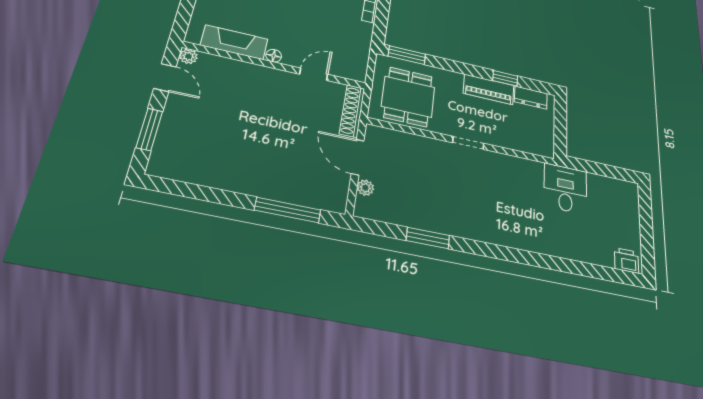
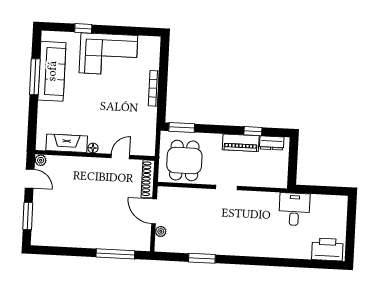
printer: (626, 260) -> (327, 249), width x1.87, depth x1.48

